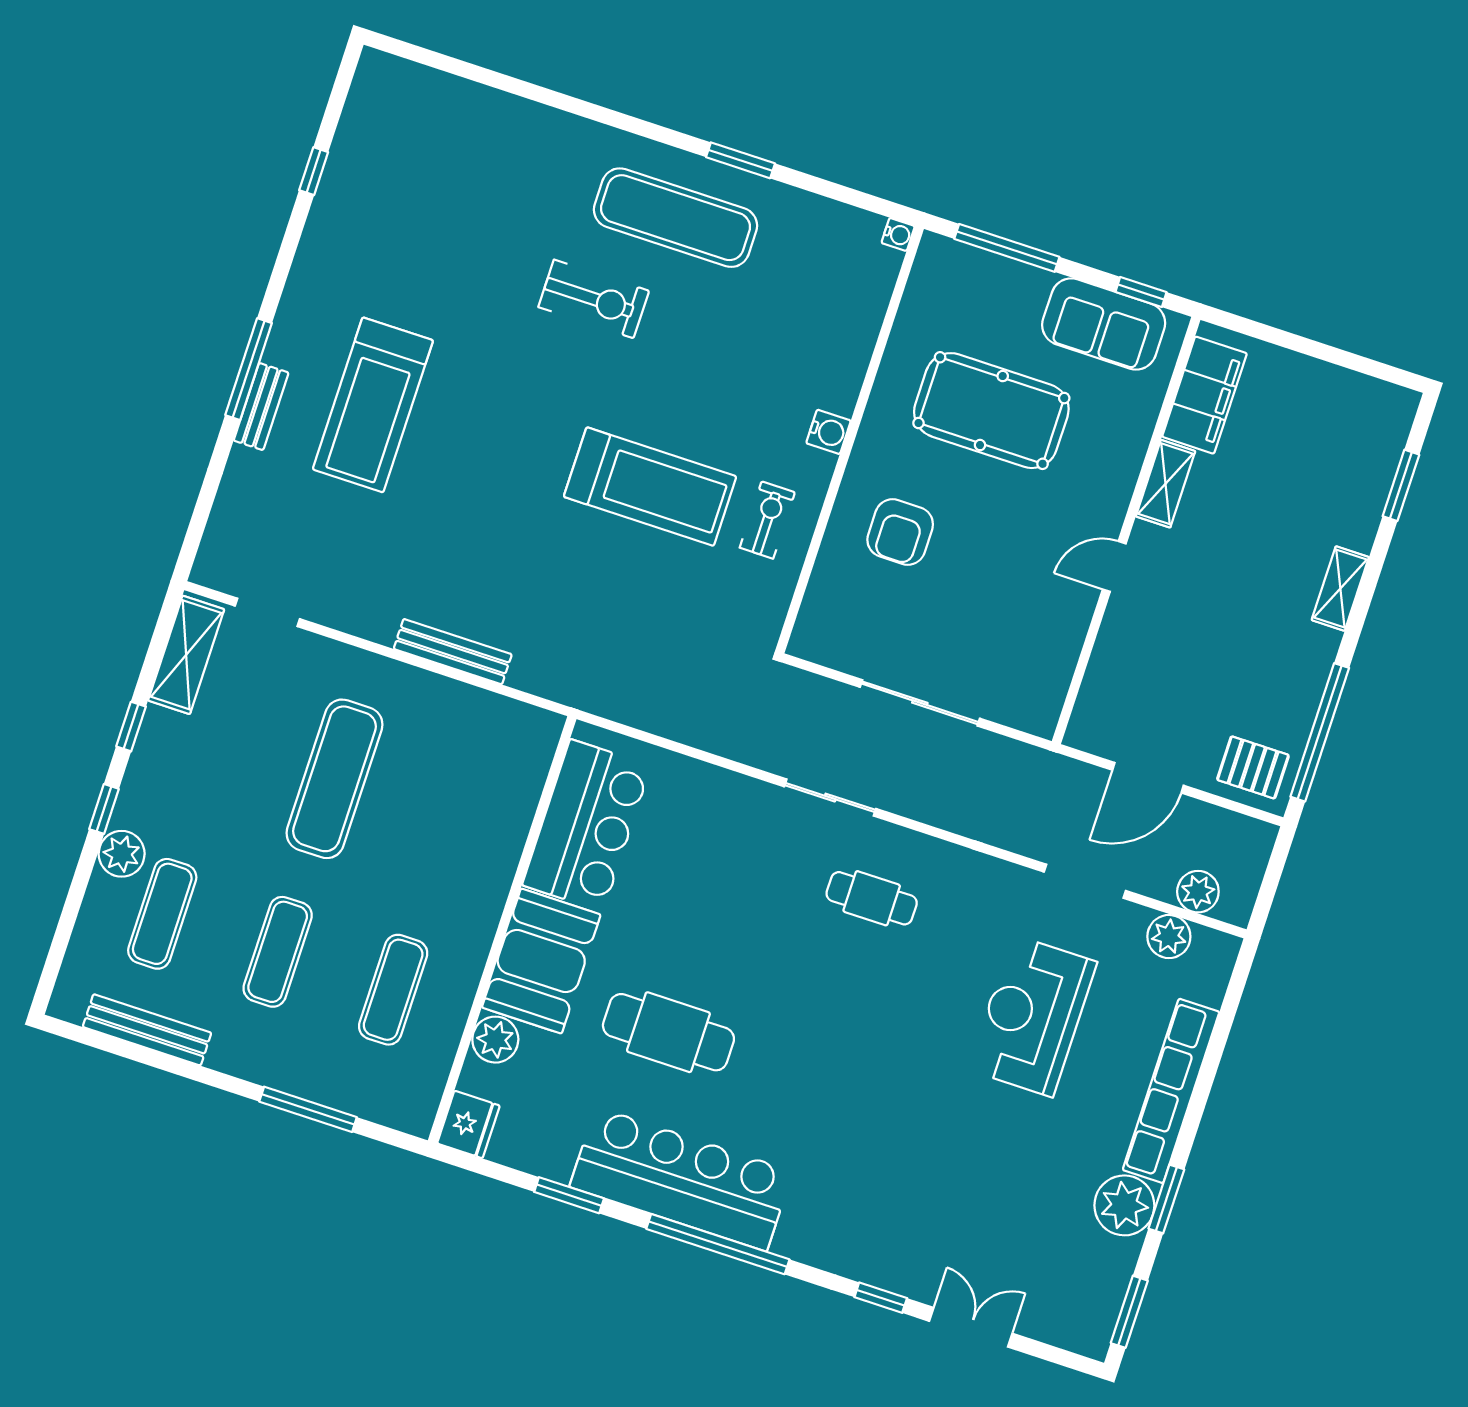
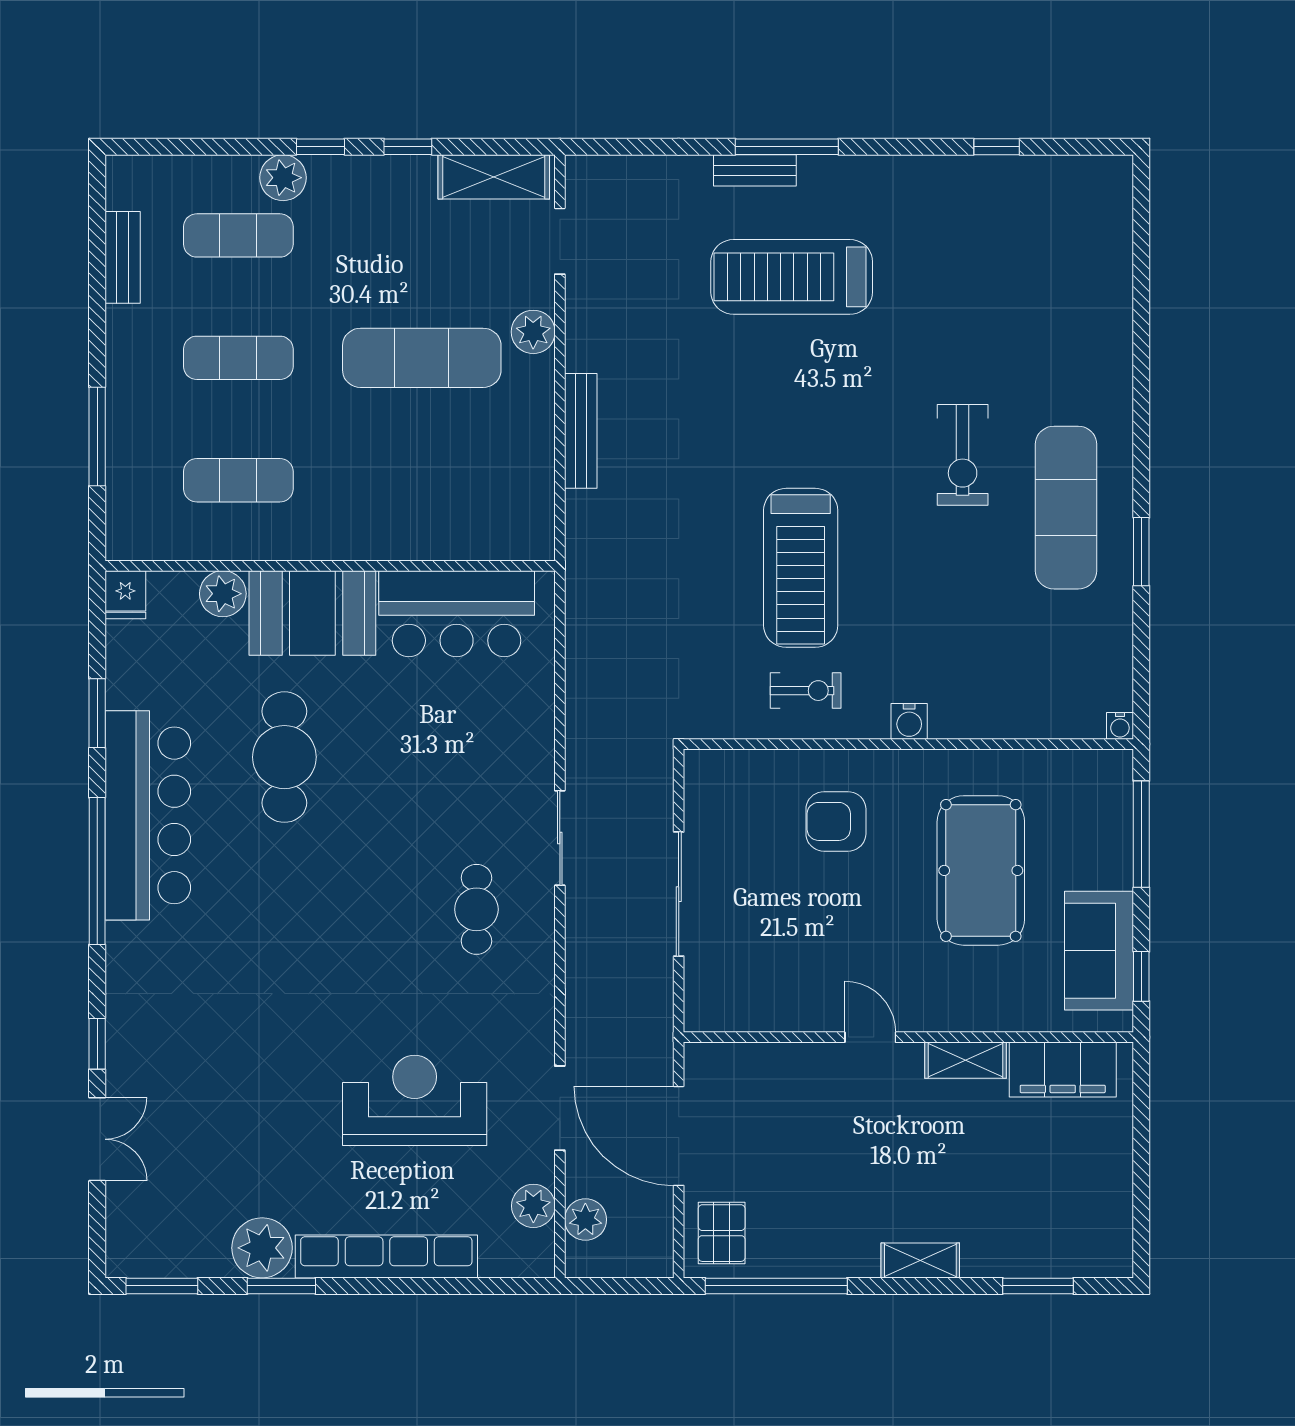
plant: (345, 666) -> (533, 332), added
door: (1148, 778) -> (679, 1136), width x1.36
bench: (147, 1030) -> (123, 257), width x0.73
fridge: (468, 1124) -> (125, 595), width x0.72

